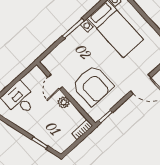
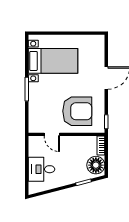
plant: (64, 102) -> (71, 141), removed
floor lamp: (63, 140) -> (96, 165), added

